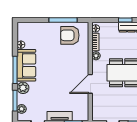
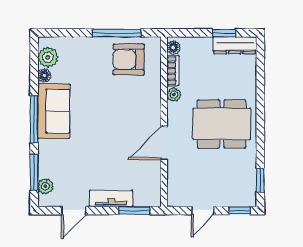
plant: (23, 88) -> (48, 57), moved

